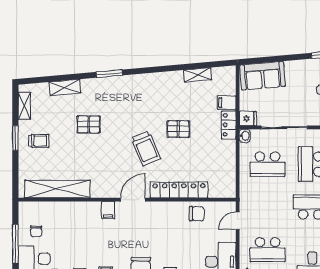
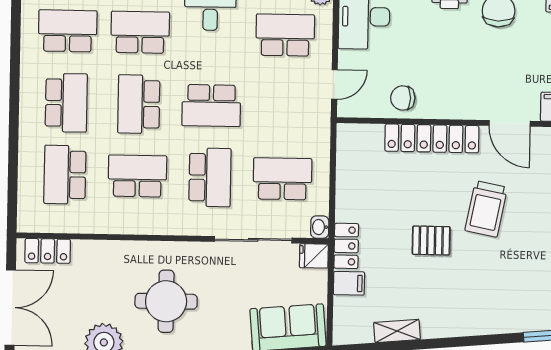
trolley: (146, 148) -> (486, 209), turned -146
door: (133, 200) -> (510, 123), hinge flipped

